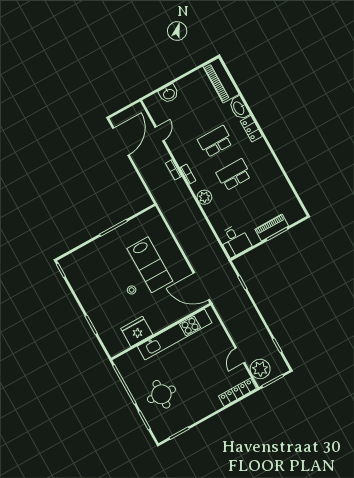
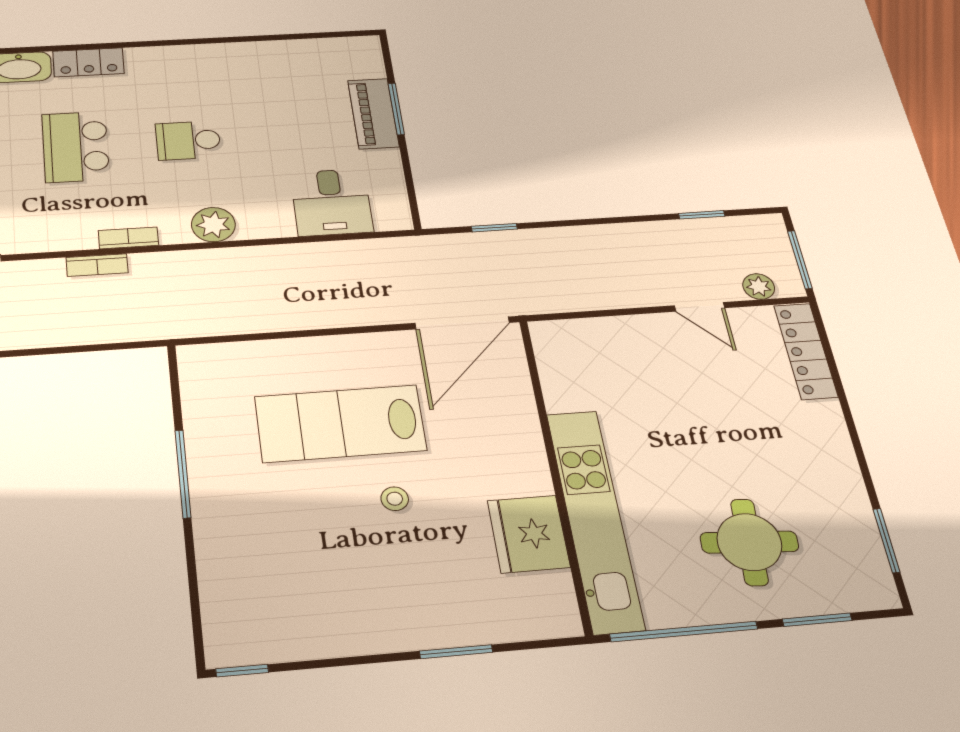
school desk: (234, 175) -> (188, 140), width x0.54
desk: (235, 241) -> (331, 202), moved, turned 90
lab bench: (150, 265) -> (340, 423), turned 180
kitchen unit: (175, 334) -> (595, 519), moved
plant: (260, 369) -> (759, 287), width x0.53, depth x0.53

